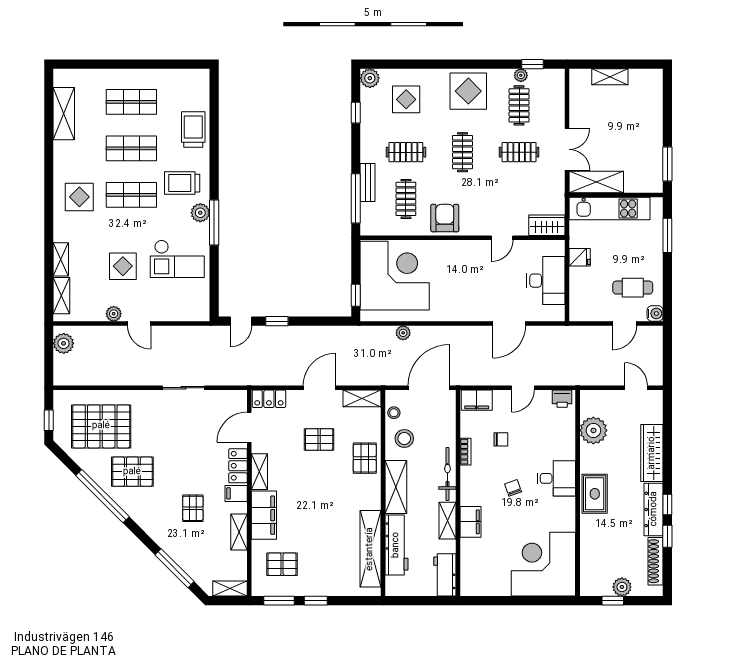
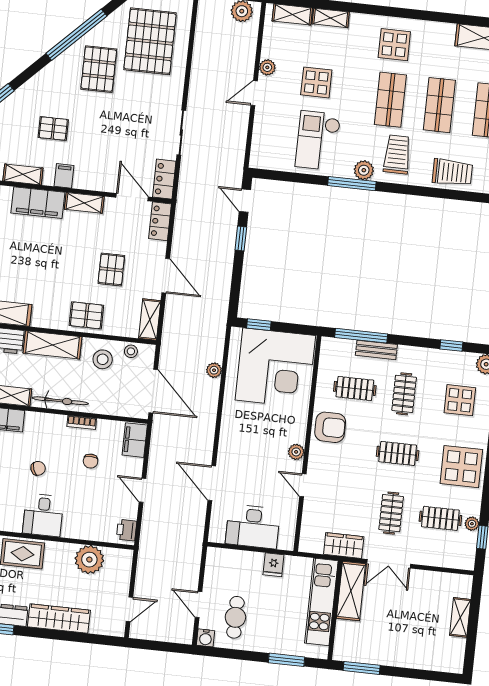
wardrobe: (547, 225) -> (344, 545), moved, turned -90
plant: (471, 247) -> (296, 452), added
locker: (238, 466) -> (164, 179), moved, turned -90

